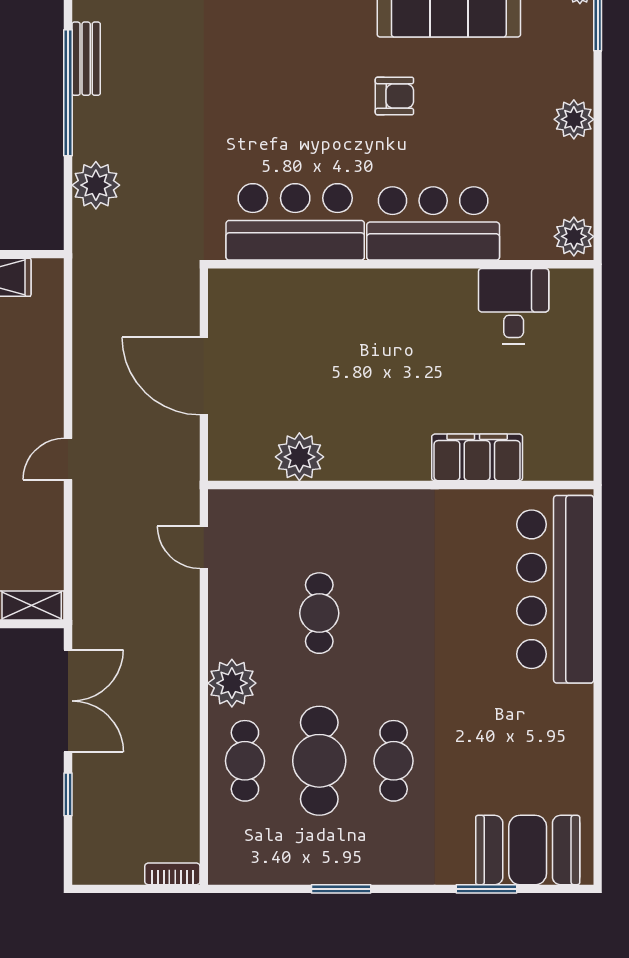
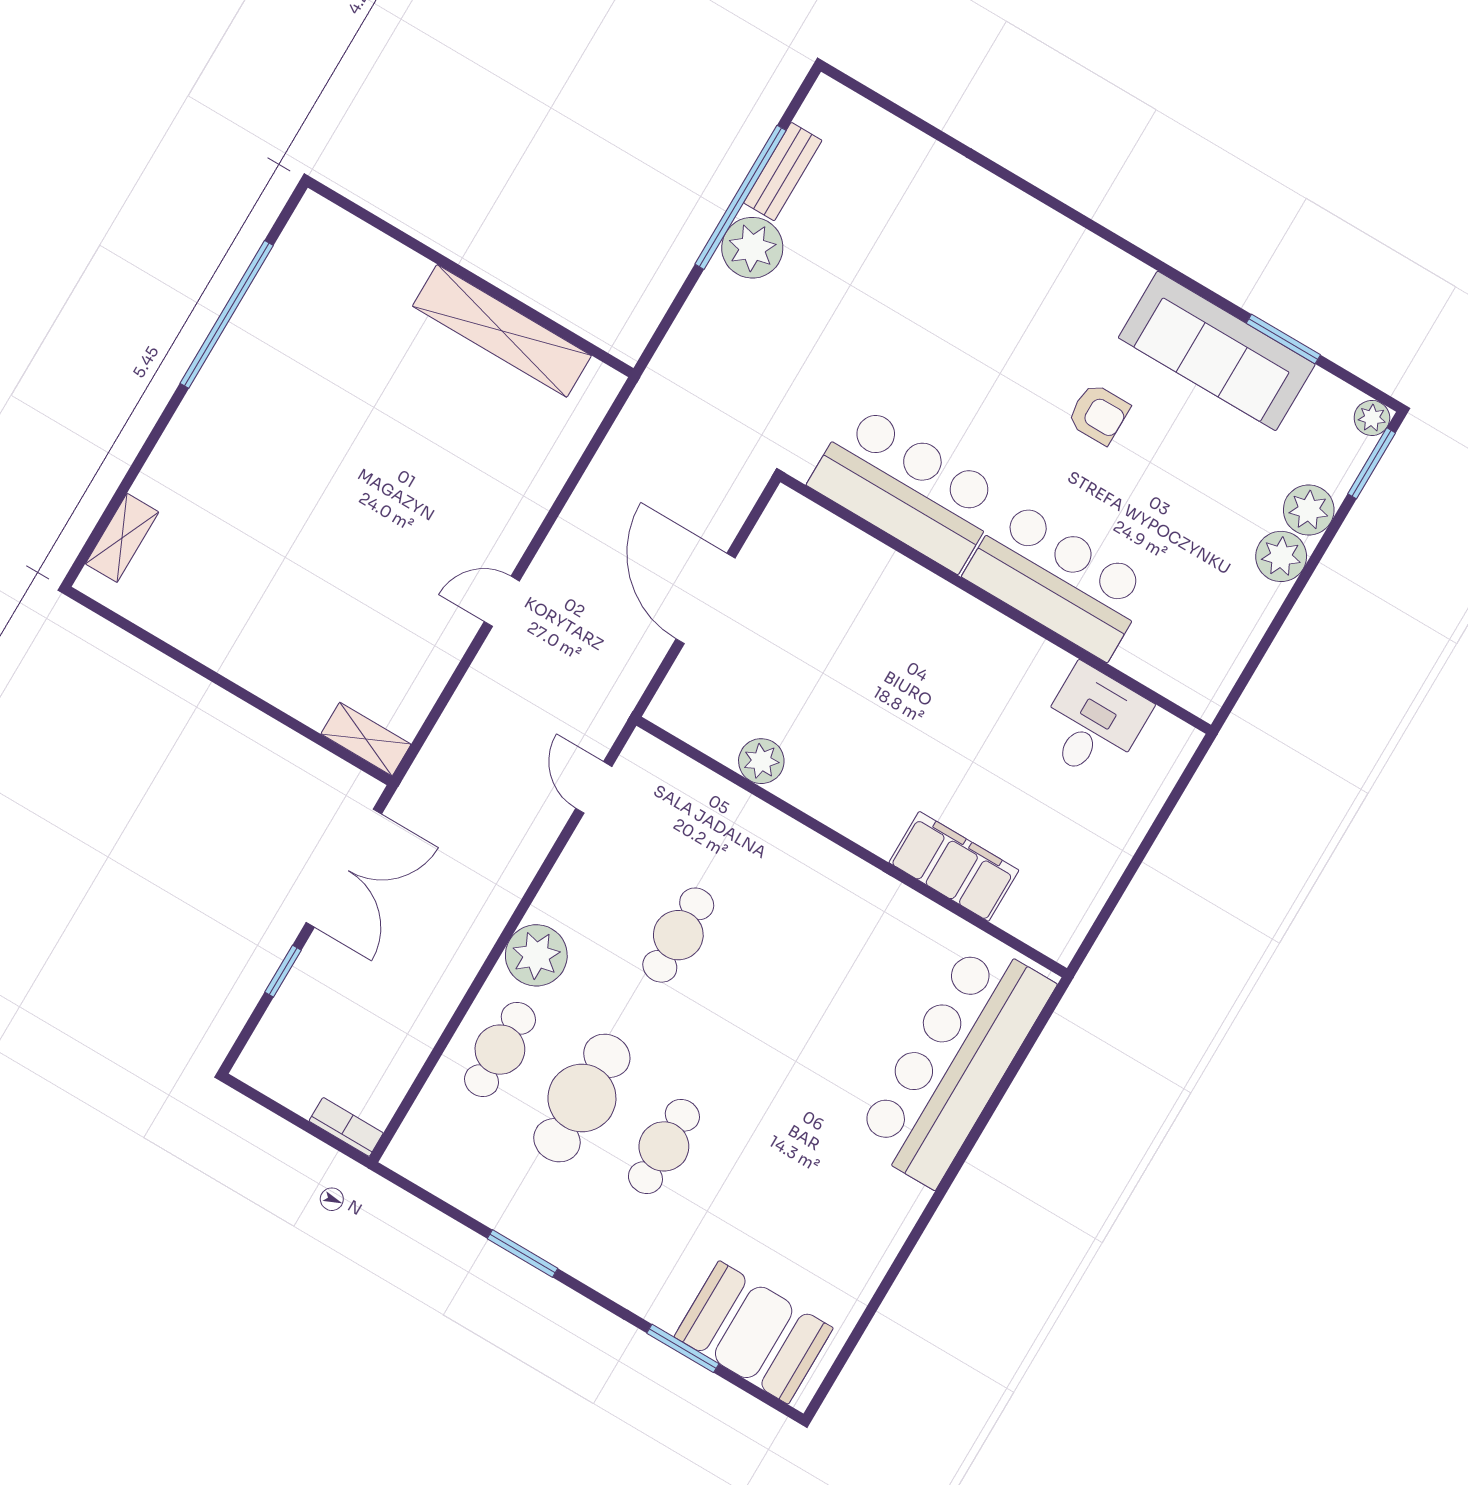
plant: (96, 185) -> (752, 248), moved
plant: (574, 236) -> (1309, 510), moved
plant: (299, 457) -> (761, 761), width x0.73, depth x0.73

